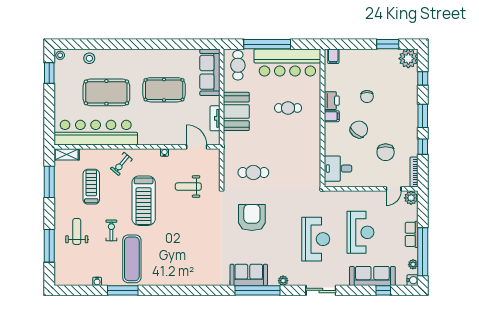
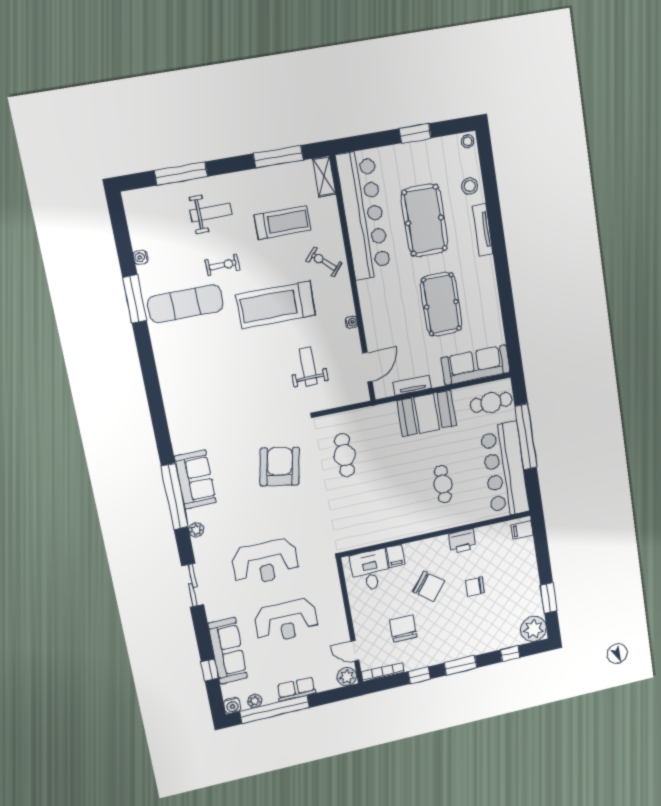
tv unit: (120, 54) -> (483, 230), added
window: (49, 73) -> (415, 133), moved
filing cabinet: (332, 116) -> (395, 556), moved
chair: (386, 152) -> (403, 628), turned 90
armchair: (252, 218) -> (280, 467), turned -79

